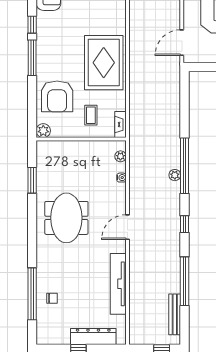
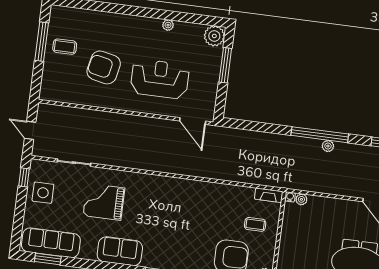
rug: (104, 63) -> (203, 204), removed
water cooler: (121, 178) -> (290, 197), moved

